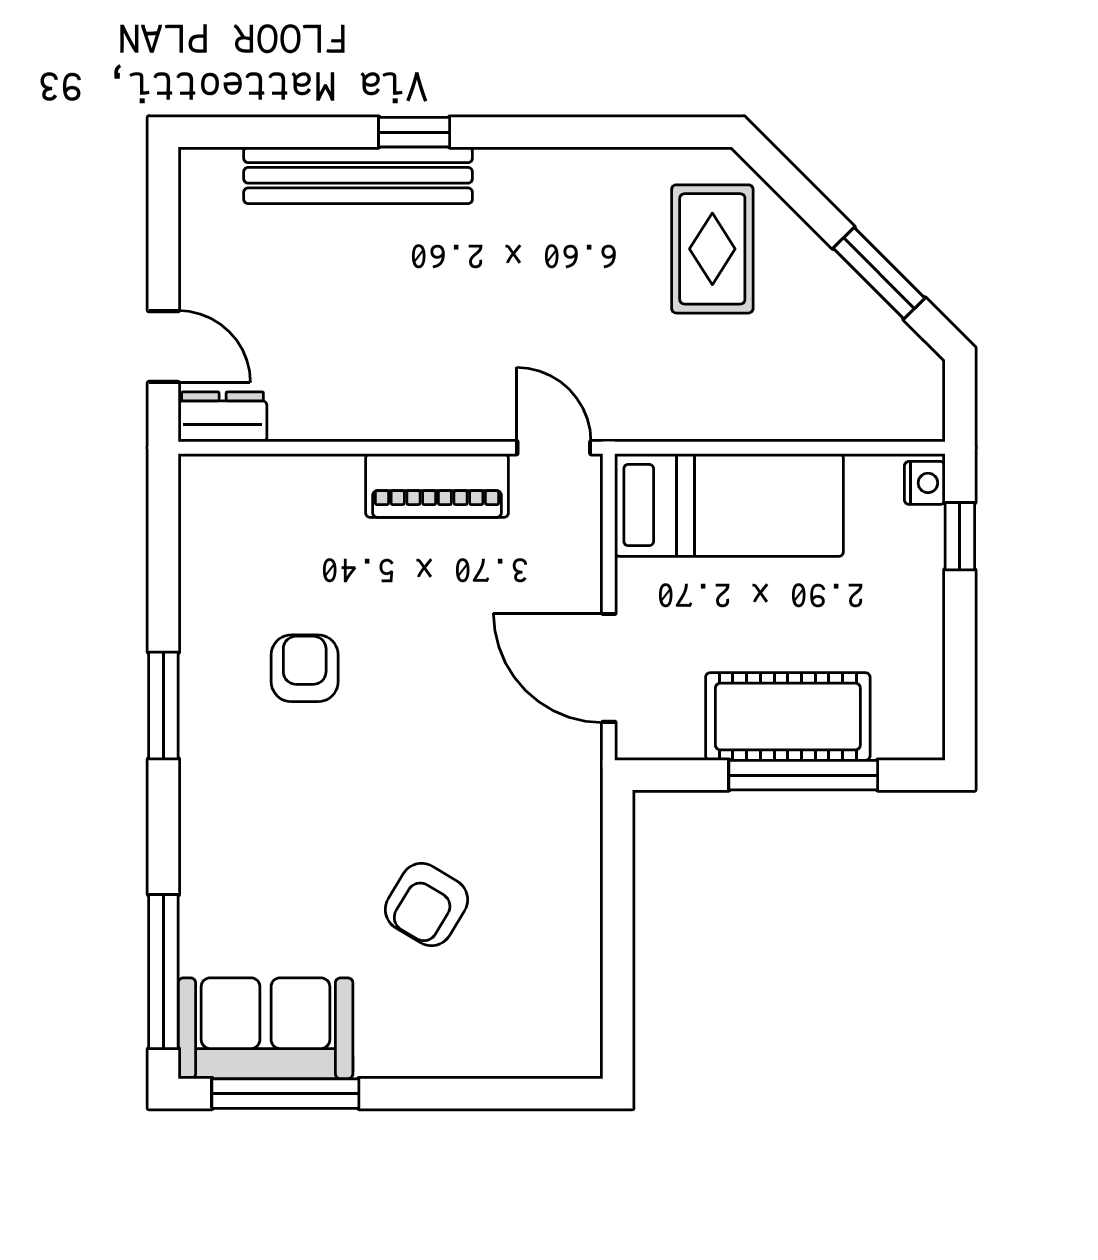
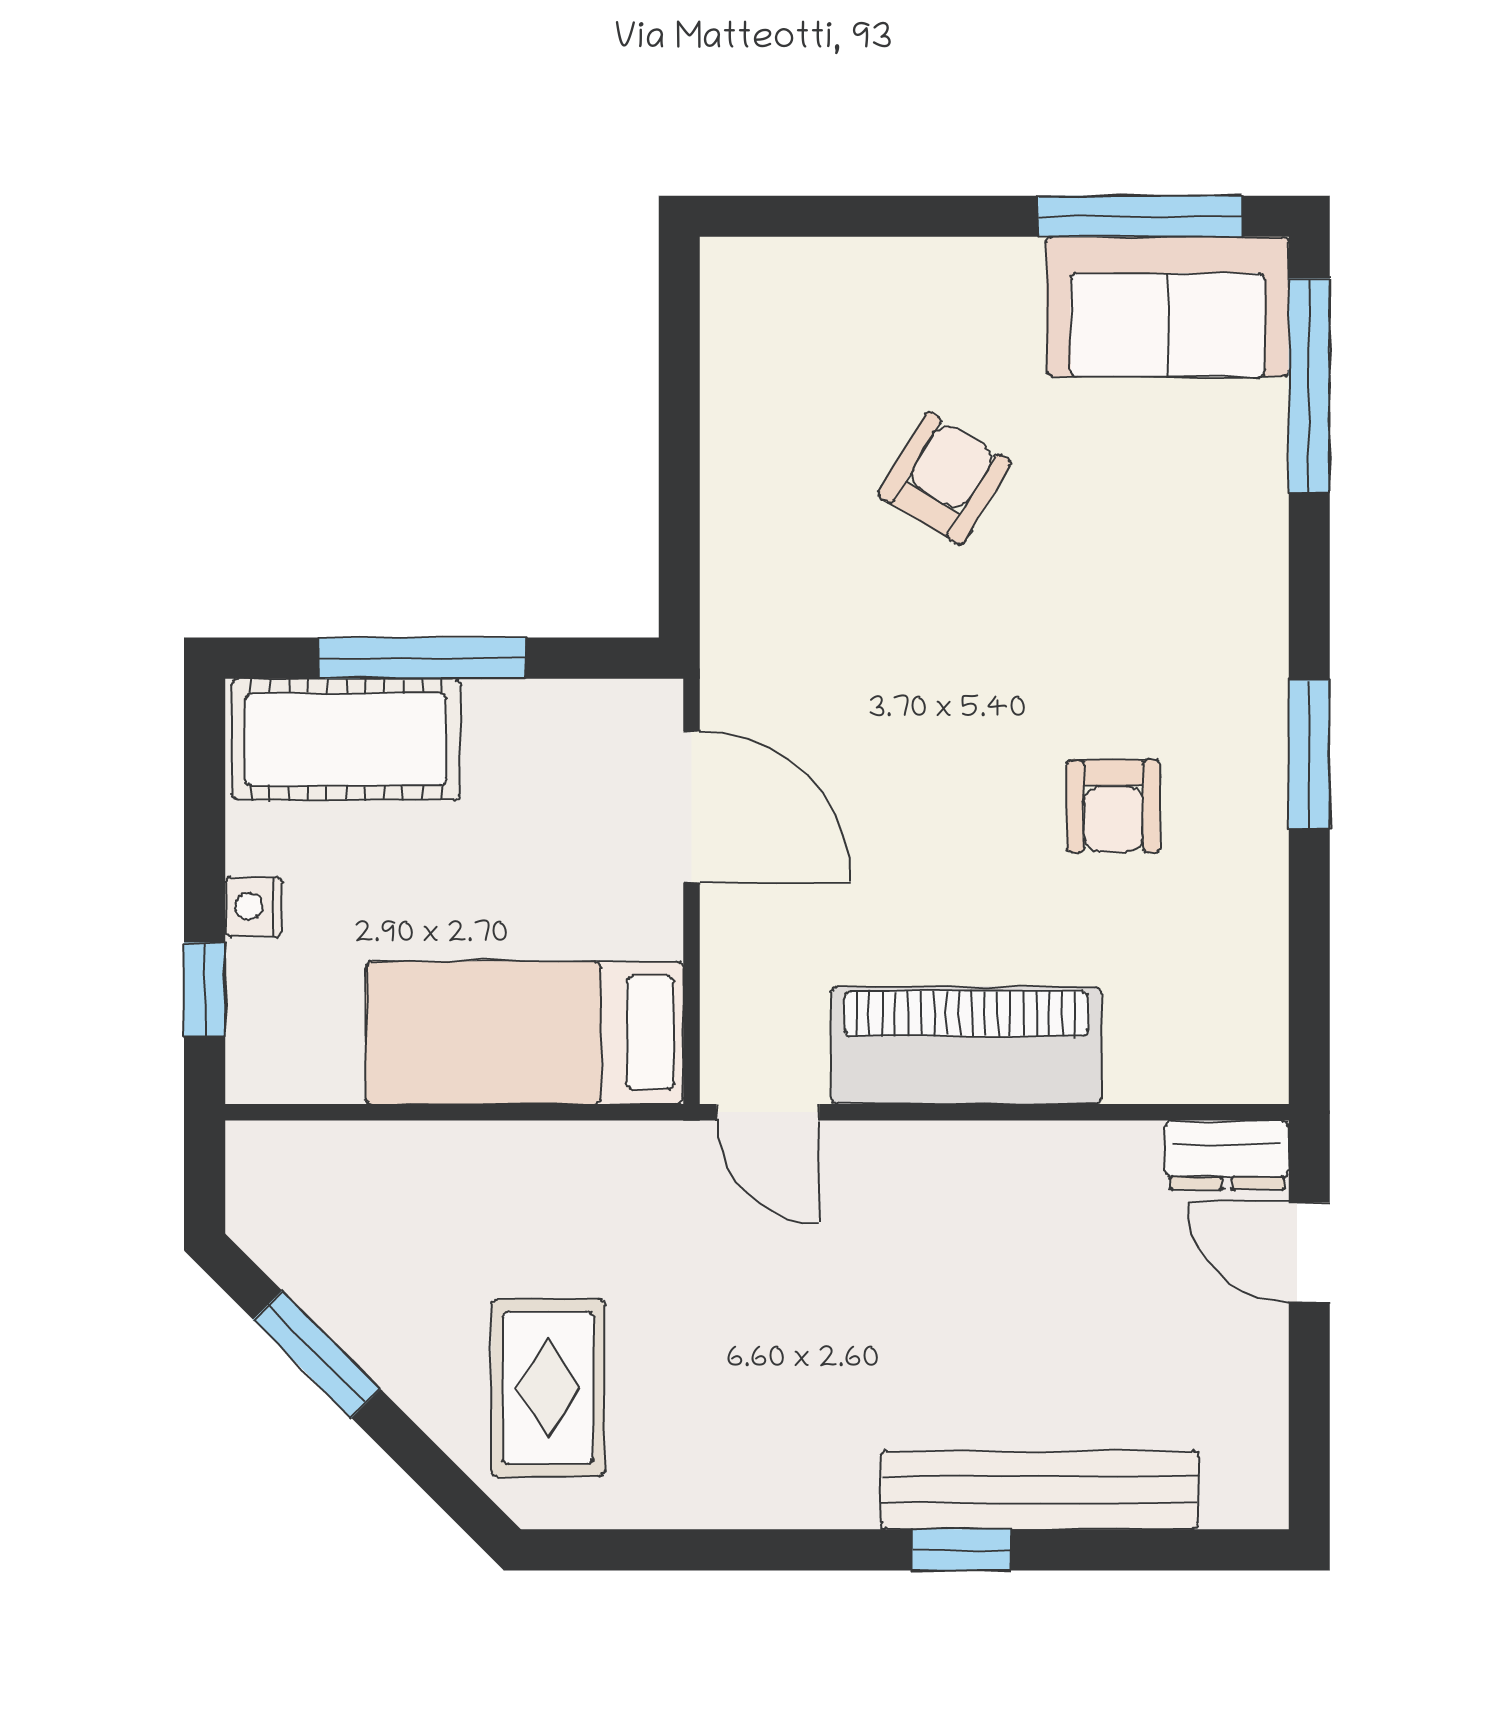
nightstand: (925, 483) -> (253, 907), moved
piano: (437, 486) -> (966, 1045), width x1.37, depth x1.33
cot: (788, 717) -> (346, 739), moved

